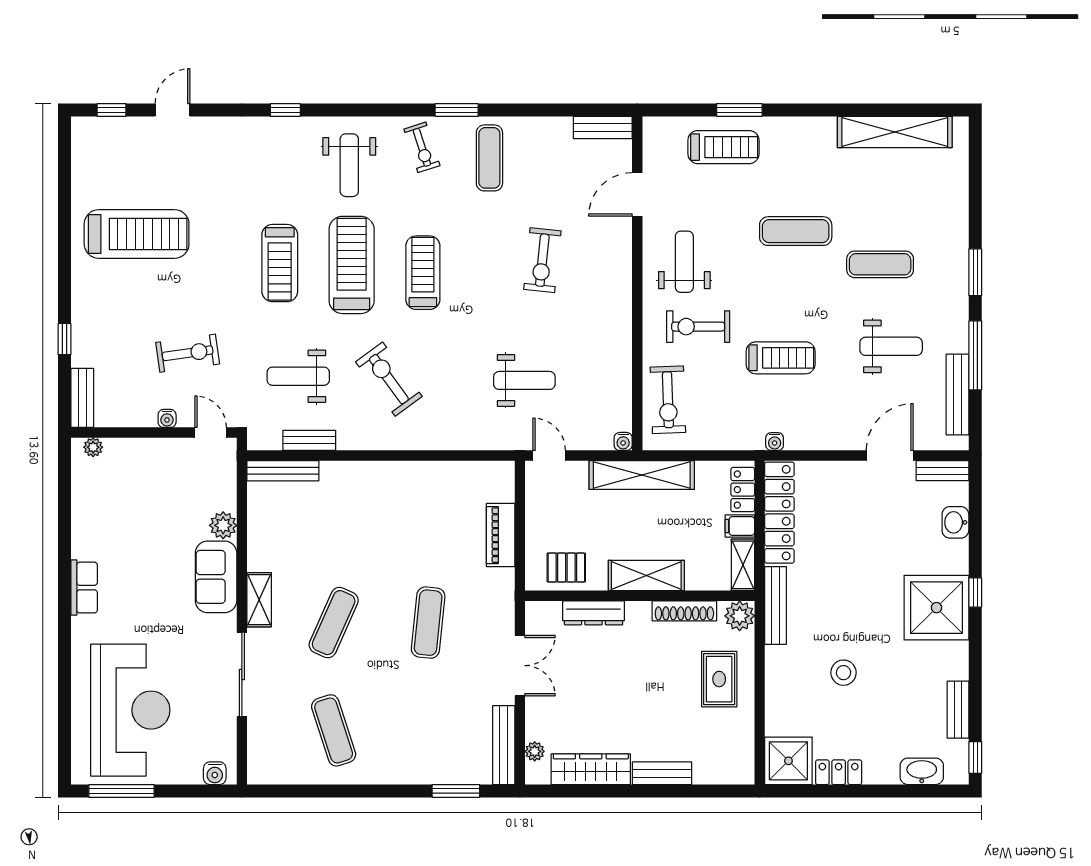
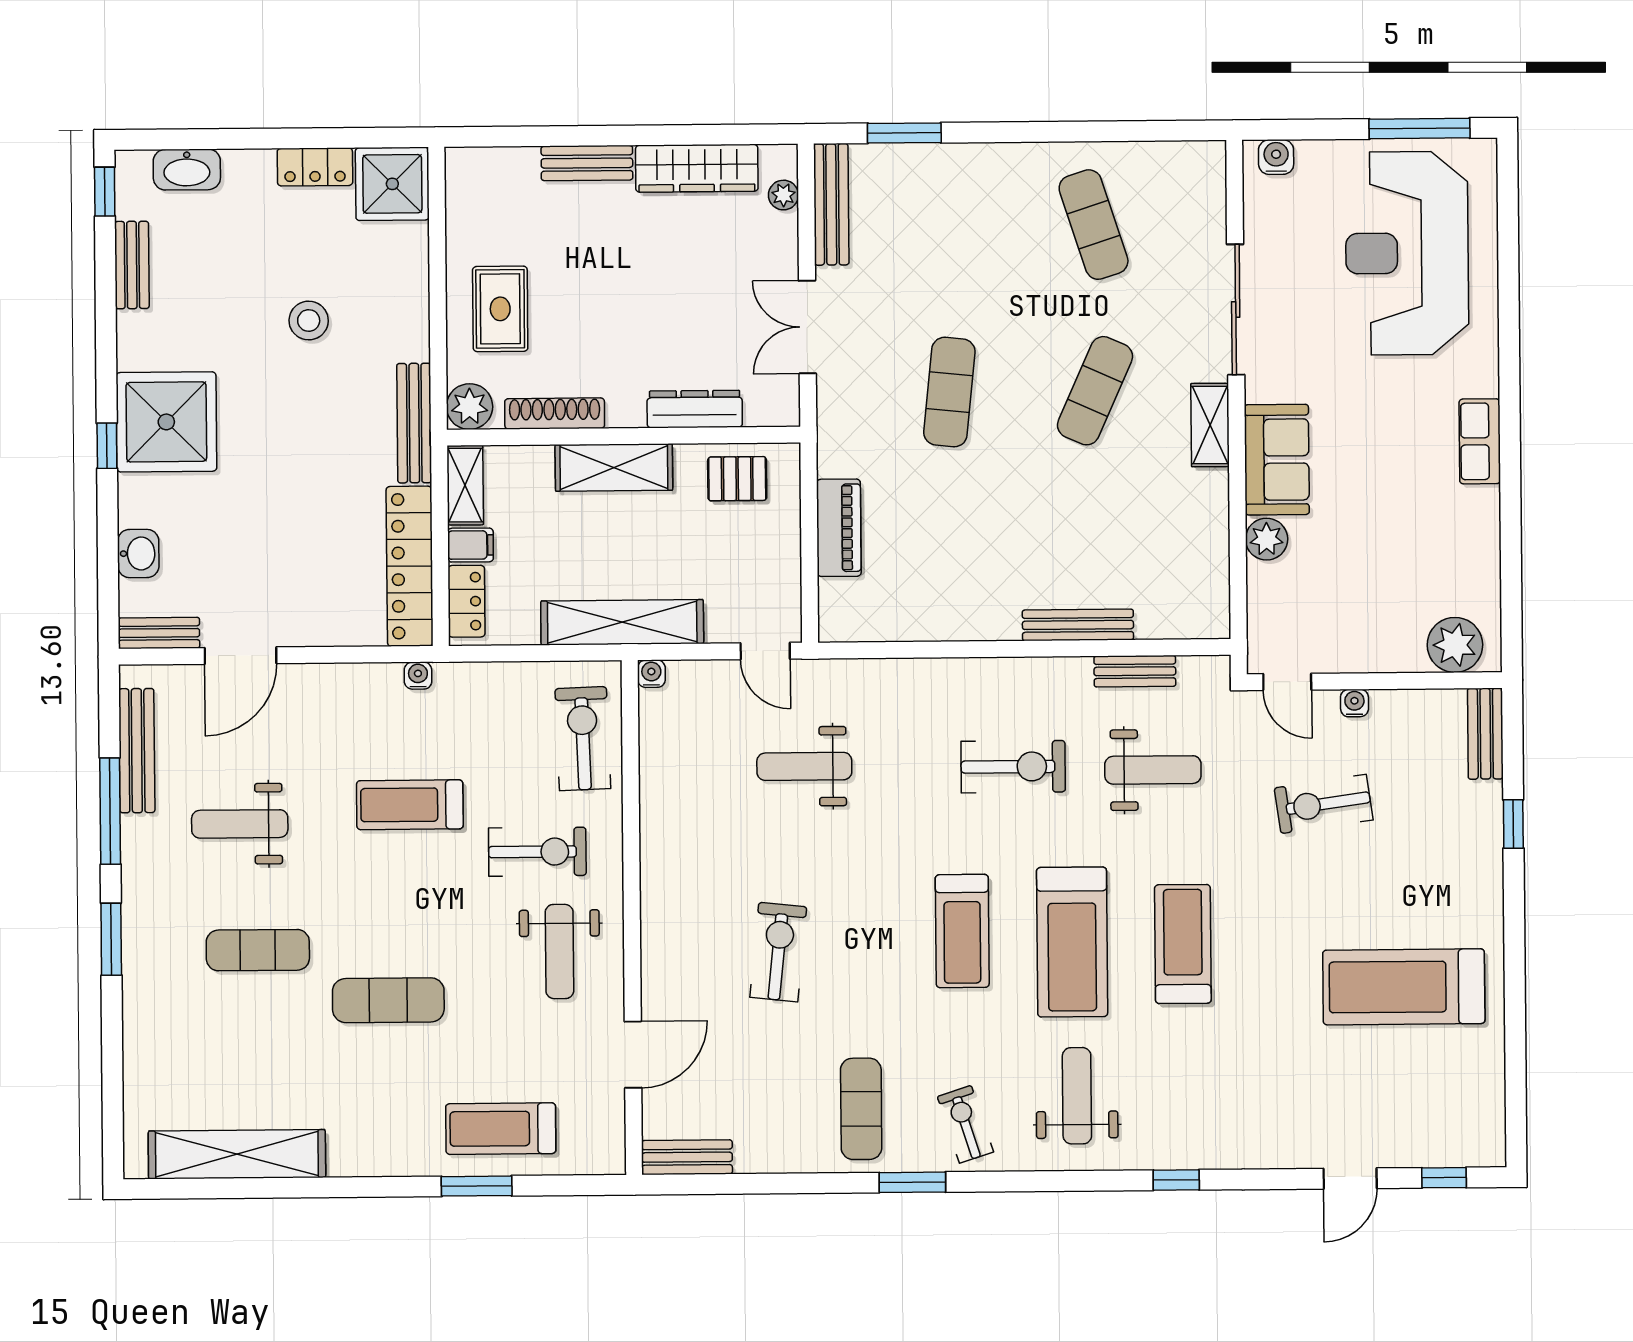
exercise bike: (389, 379) -> (1013, 767), turned -54
plant: (93, 447) -> (1455, 645), width x1.87, depth x1.87
bench: (283, 471) -> (1078, 625), moved

